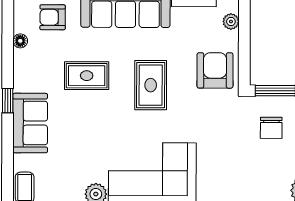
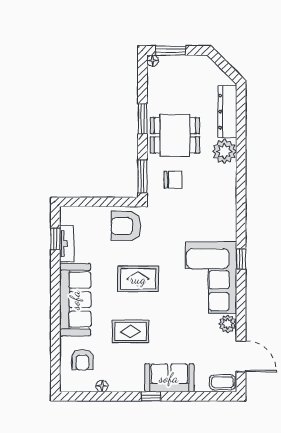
plant: (231, 22) -> (86, 213), removed
rug: (87, 76) -> (130, 331), turned 90

